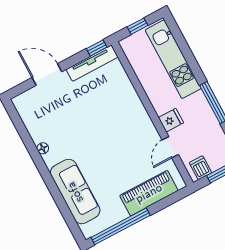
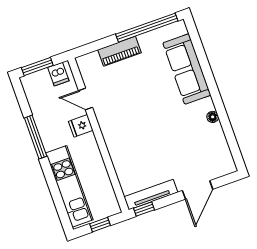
door: (47, 75) -> (198, 190), hinge flipped
door: (170, 147) -> (85, 99), swing flipped
piano: (149, 193) -> (119, 51), width x0.73, depth x0.75

